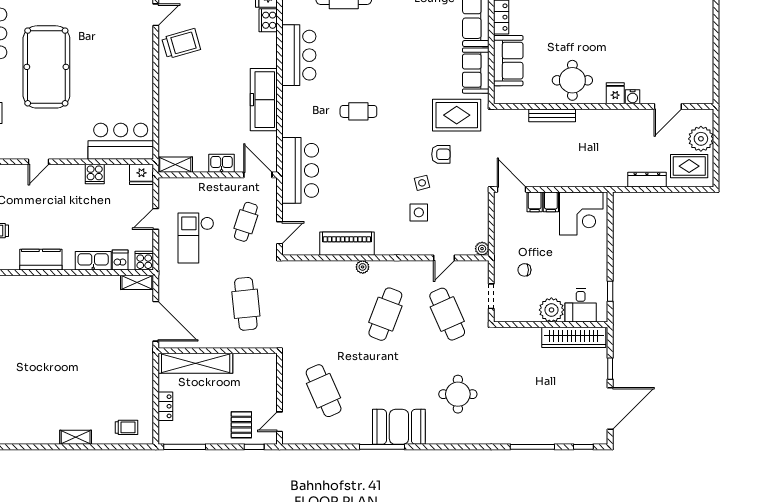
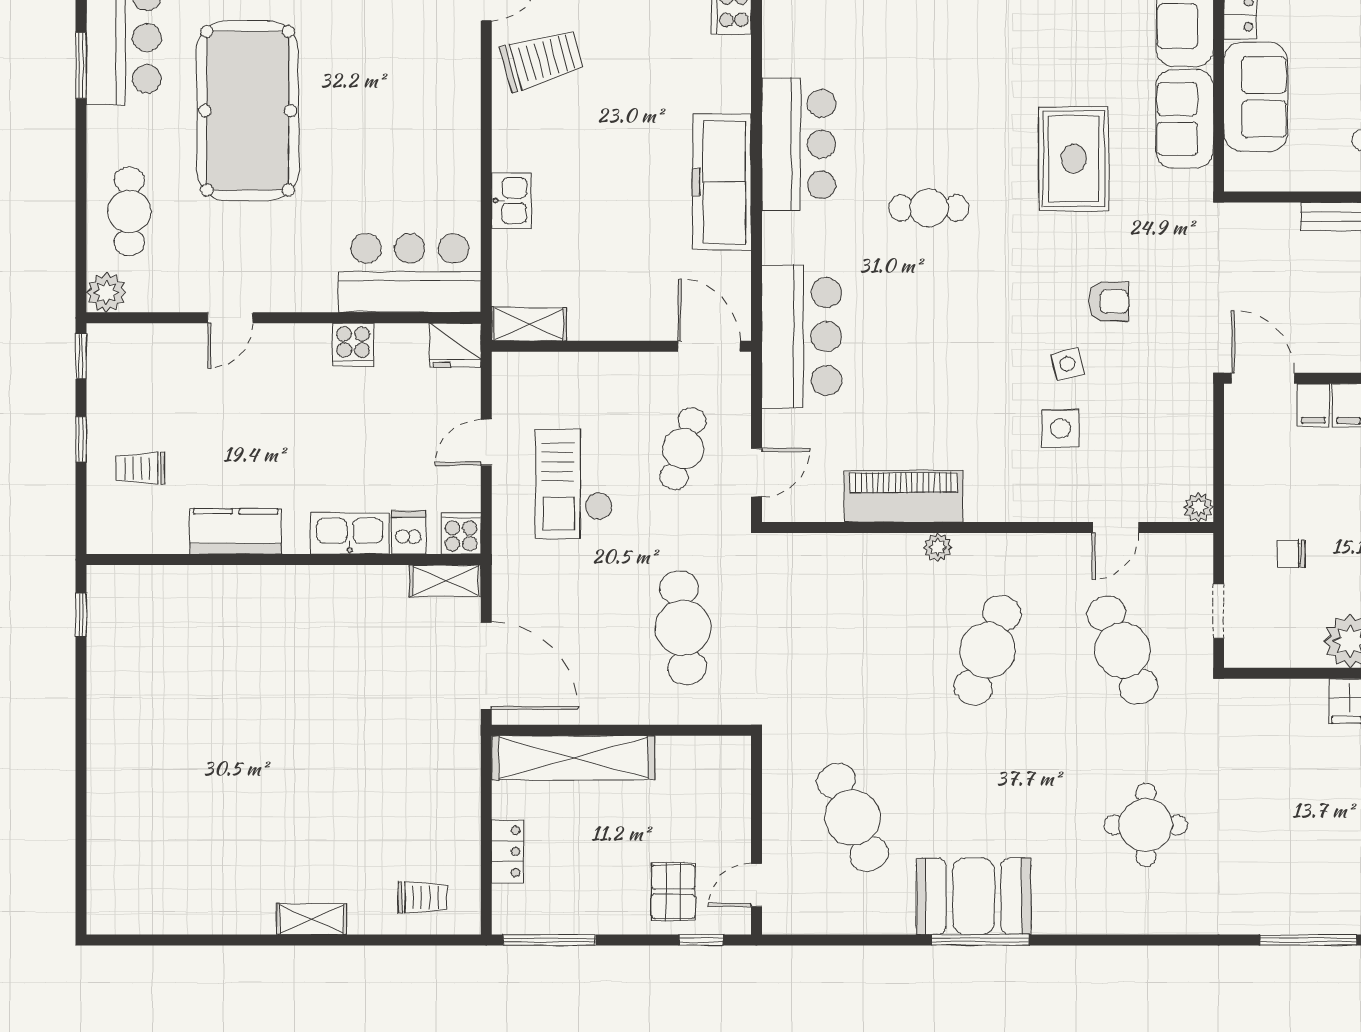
bar counter: (299, 55) -> (799, 144), moved
rug: (457, 115) -> (1074, 159), moved, turned 90
kitchen sink: (222, 163) -> (512, 201), moved, turned 90
booth: (399, 427) -> (974, 896), moved

